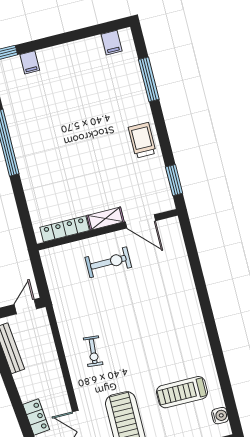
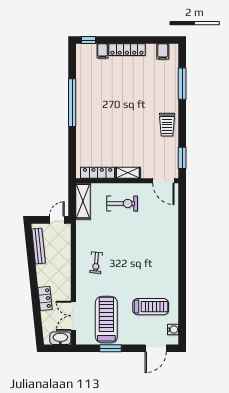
locker: (62, 52) -> (127, 50), added
trolley: (142, 140) -> (167, 125), turned 180
door: (140, 221) -> (163, 181), moved
shelving: (54, 272) -> (83, 201), added
treadmill: (182, 392) -> (151, 307), turned 180

